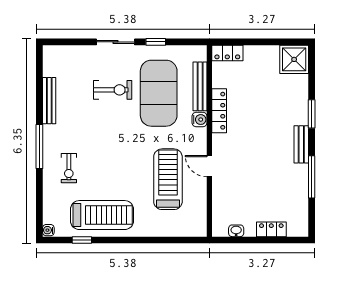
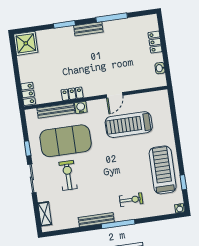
shelving: (67, 52) -> (45, 214), added
bench: (49, 101) -> (96, 220), moved
locker: (219, 111) -> (72, 94), width x0.66

